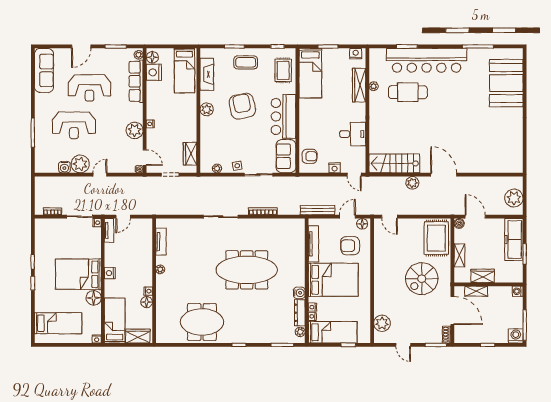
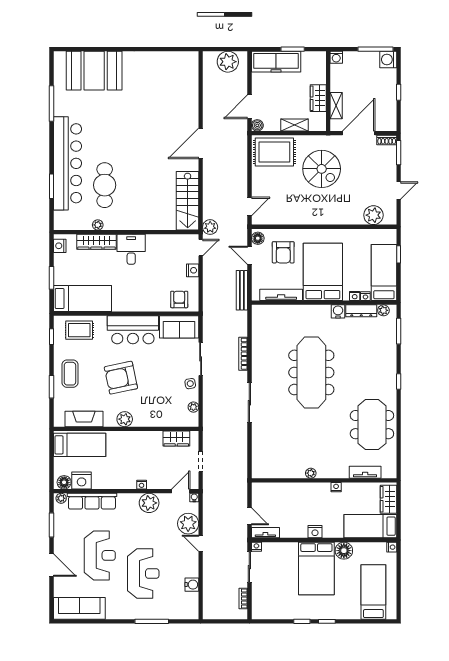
desk: (353, 134) -> (131, 249), moved
plant: (80, 164) -> (188, 524), moved
plant: (412, 183) -> (210, 227), moved
tv unit: (161, 242) -> (365, 472), moved
floor lamp: (147, 302) -> (349, 489), removed

